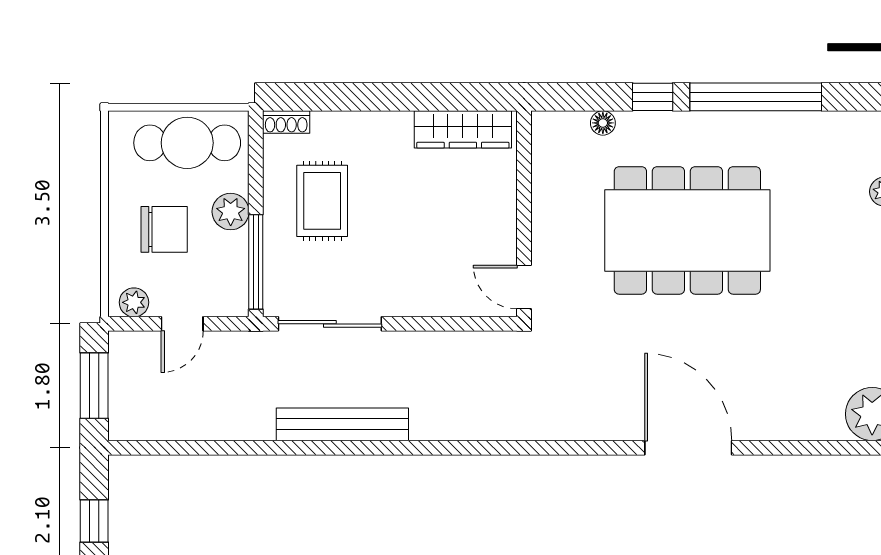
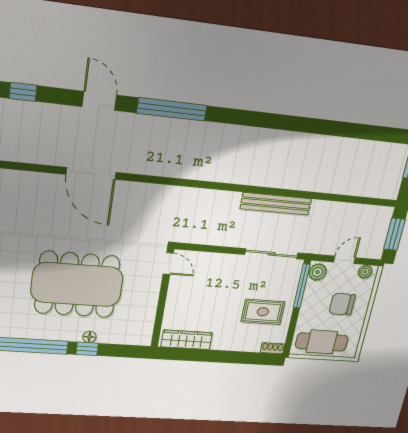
floor lamp: (603, 123) -> (89, 337), moved
rug: (322, 201) -> (263, 312), turned 90
plant: (231, 212) -> (317, 272), moved

